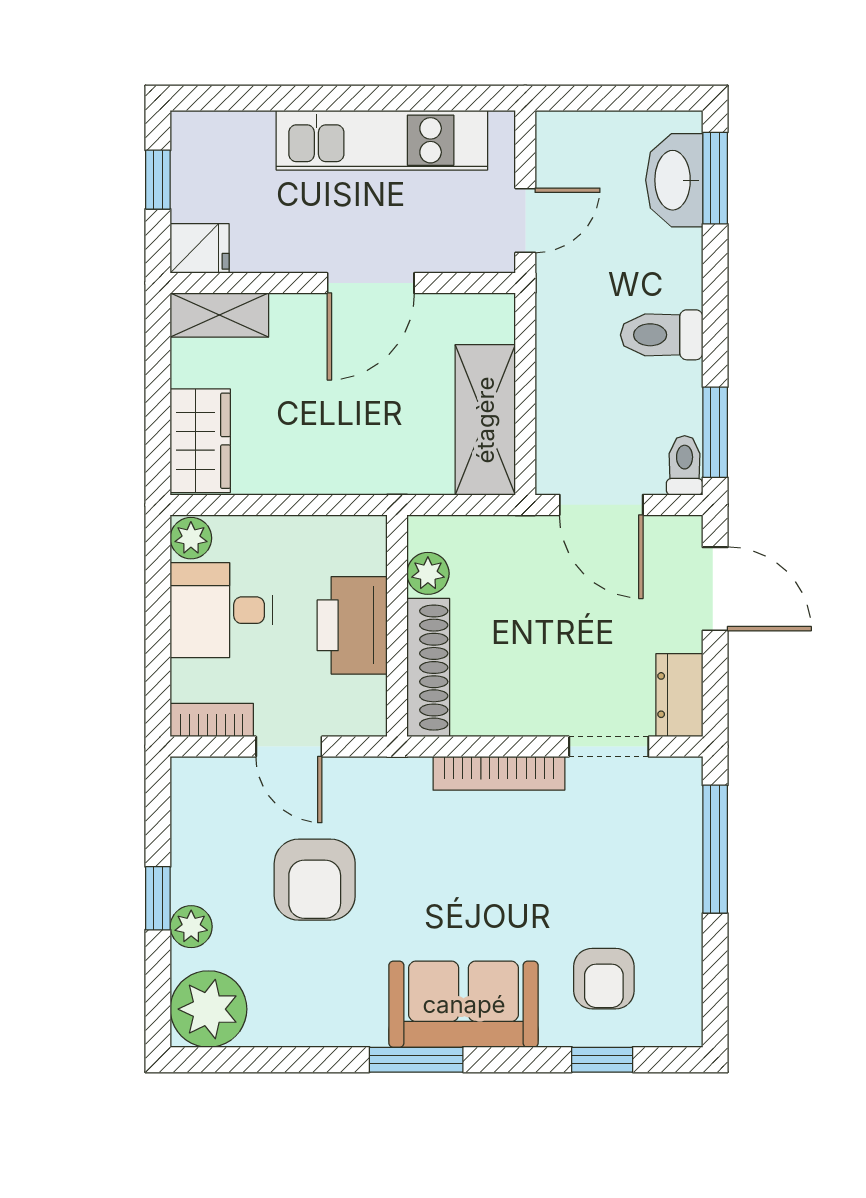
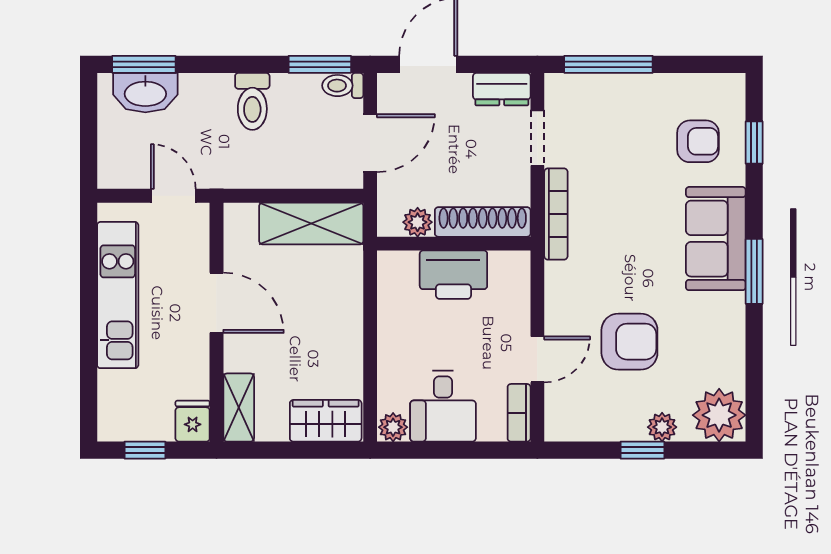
plant: (428, 573) -> (418, 222), moved
printer: (352, 625) -> (453, 275), moved
wall: (397, 626) -> (454, 244), moved
shoe rack: (428, 668) -> (483, 222), moved

